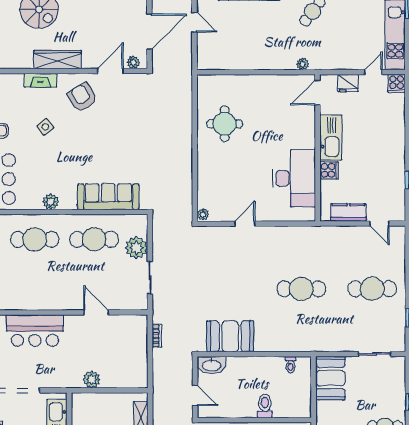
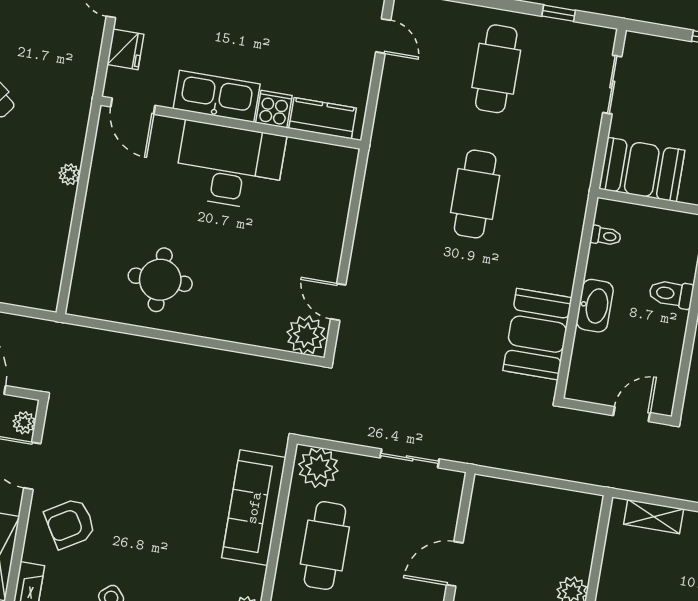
plant: (303, 64) -> (69, 174), moved
desk: (294, 178) -> (230, 166), moved
kitchen counter: (348, 212) -> (323, 118), moved, turned 90
plant: (203, 214) -> (306, 335), width x1.88, depth x1.88
door: (380, 223) -> (383, 36), hinge flipped
door: (245, 224) -> (338, 302), moved
plant: (136, 248) -> (318, 467), moved
bookcase: (157, 336) -> (514, 464), removed
washbasin: (212, 365) -> (595, 306), moved

